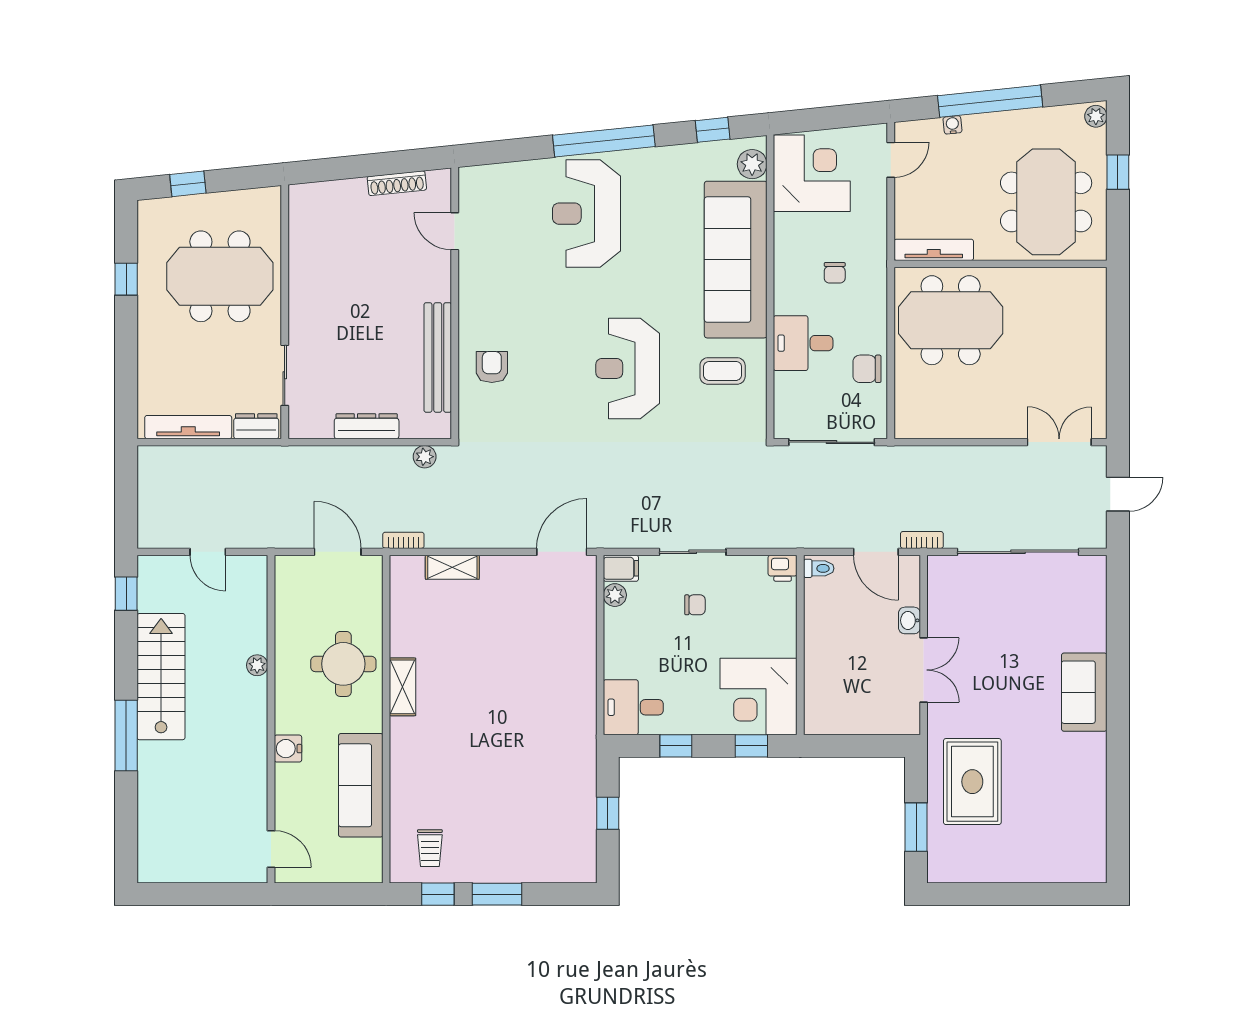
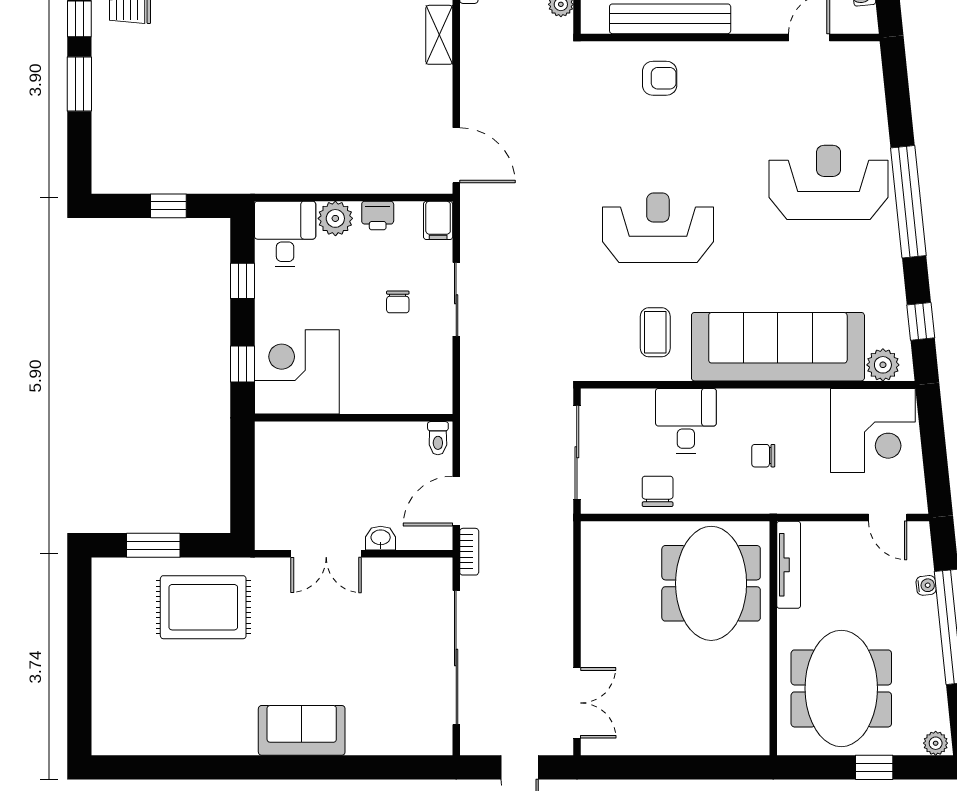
meeting table: (1046, 202) -> (841, 688), turned 90
printer: (783, 568) -> (378, 216), moved, turned -90
plant: (615, 595) -> (335, 218), moved, width x1.38, depth x1.38

